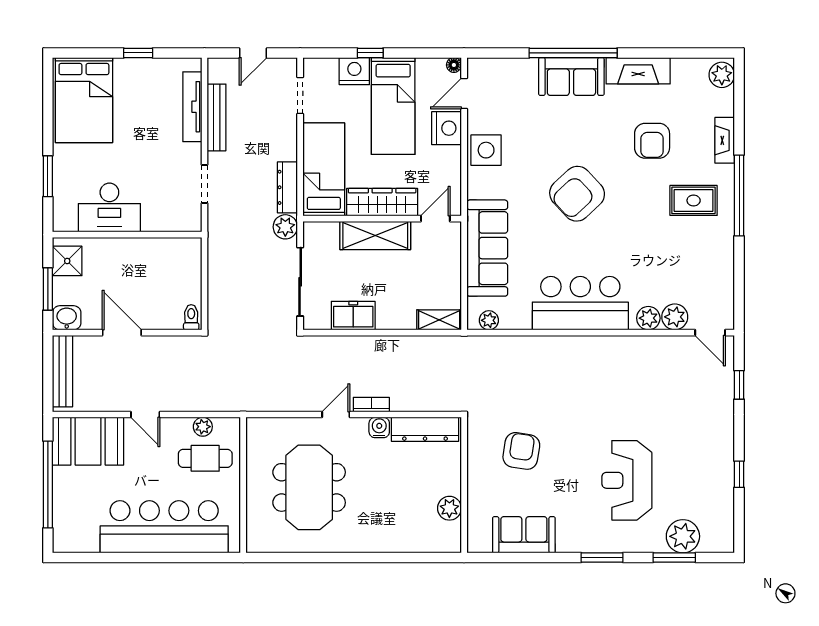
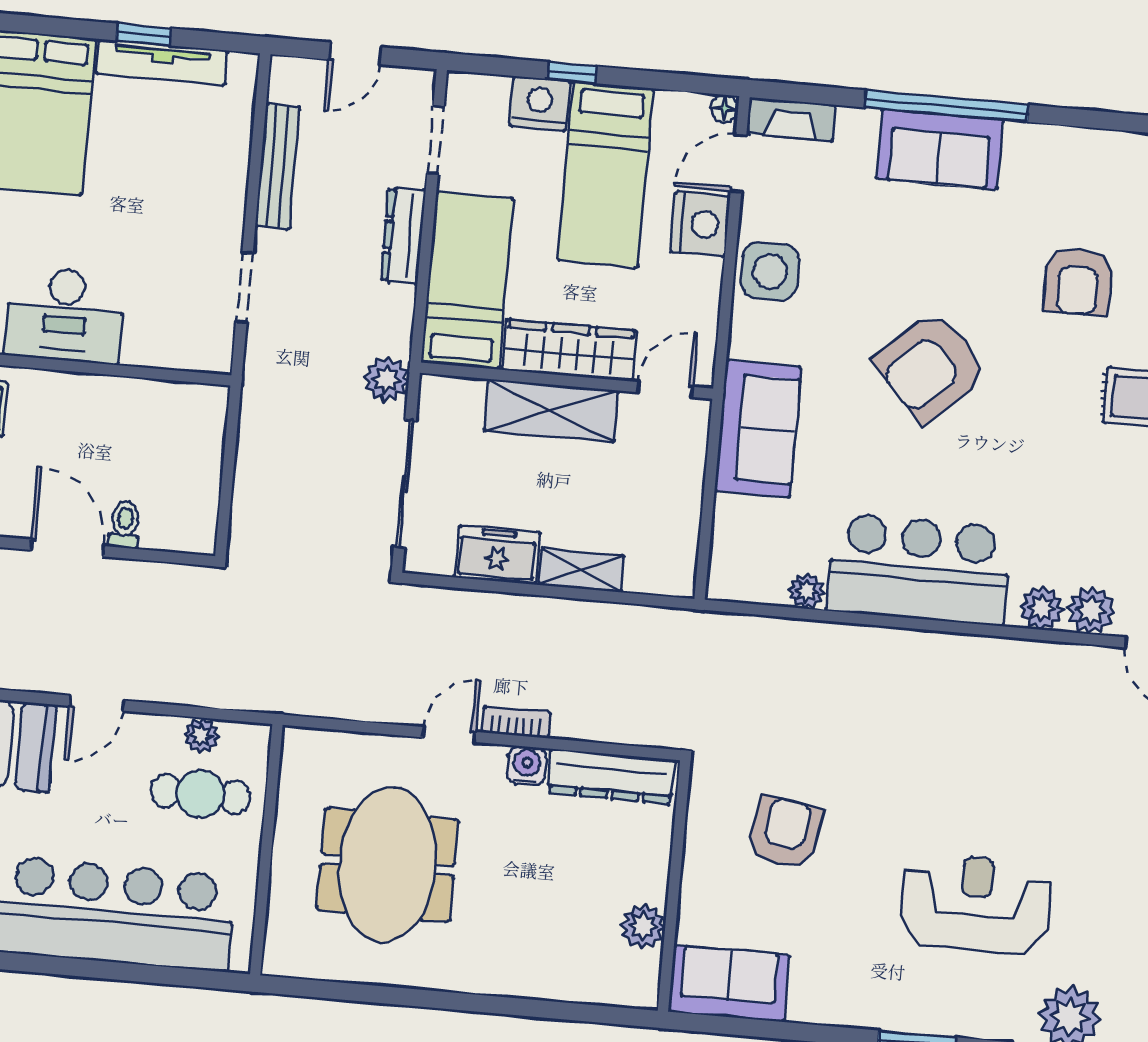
fireplace: (638, 71) -> (791, 119), moved, width x0.73, depth x0.76
tv unit: (192, 107) -> (162, 62), moved, turned -90
dresser: (287, 187) -> (403, 236), moved
sofa: (487, 248) -> (758, 429), width x0.73
toilet: (191, 317) -> (125, 525), moved
shelving: (439, 320) -> (581, 570), moved
plant: (489, 320) -> (806, 591), moved
door: (145, 414) -> (97, 703), hinge flipped
reception desk: (627, 480) -> (975, 904), turned 90
sofa: (524, 535) -> (729, 983), moved

